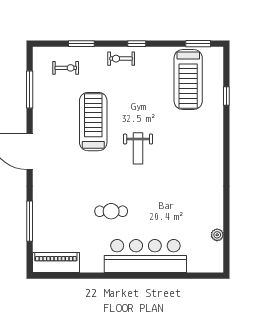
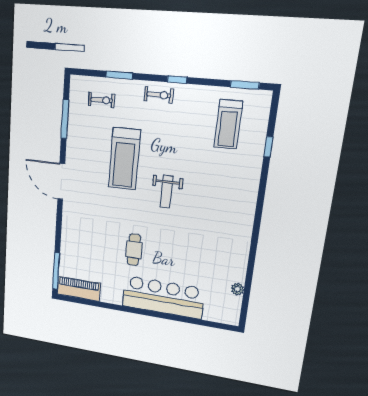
exercise bike: (121, 59) -> (159, 95), turned 180
treadmill: (188, 79) -> (228, 124), width x0.73, depth x0.73
treadmill: (93, 122) -> (124, 159), turned 180
cafe table: (111, 211) -> (134, 250), turned 90
window: (30, 221) -> (56, 271), moved

